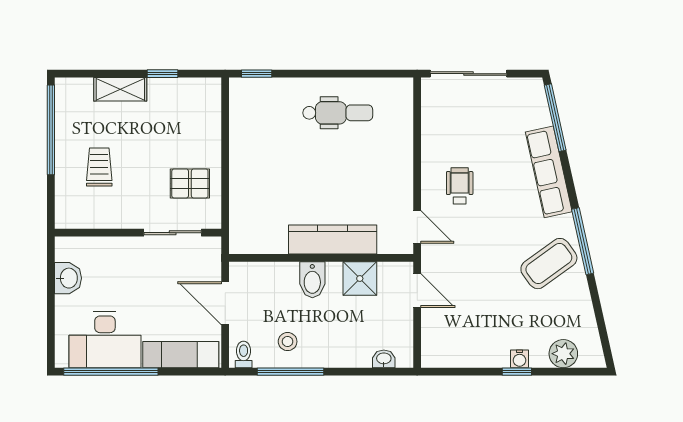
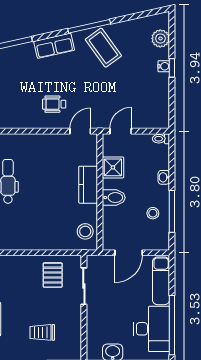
row of seats: (549, 172) -> (54, 46), width x0.68
stool: (259, 235) -> (85, 231), added
kitchen counter: (333, 239) -> (88, 185), width x0.67
toilet: (244, 354) -> (161, 139), moved
washbasin: (384, 359) -> (164, 177), moved

